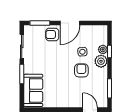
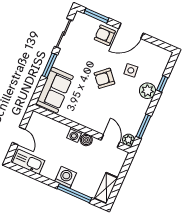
plant: (103, 49) -> (128, 140), moved
armchair: (81, 70) -> (104, 78), moved, turned -131

